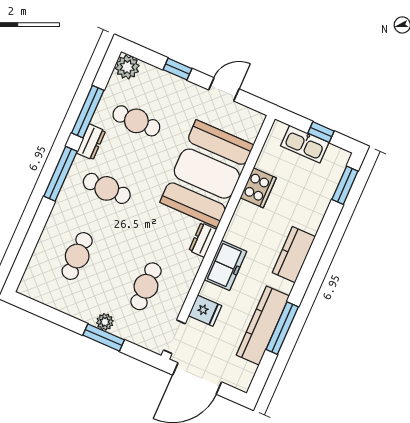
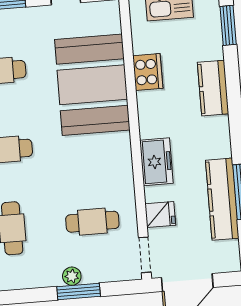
dresser: (203, 240) -> (122, 149), removed
kitchen counter: (294, 255) -> (213, 88), moved
cafe table: (146, 286) -> (92, 222), turned 90

